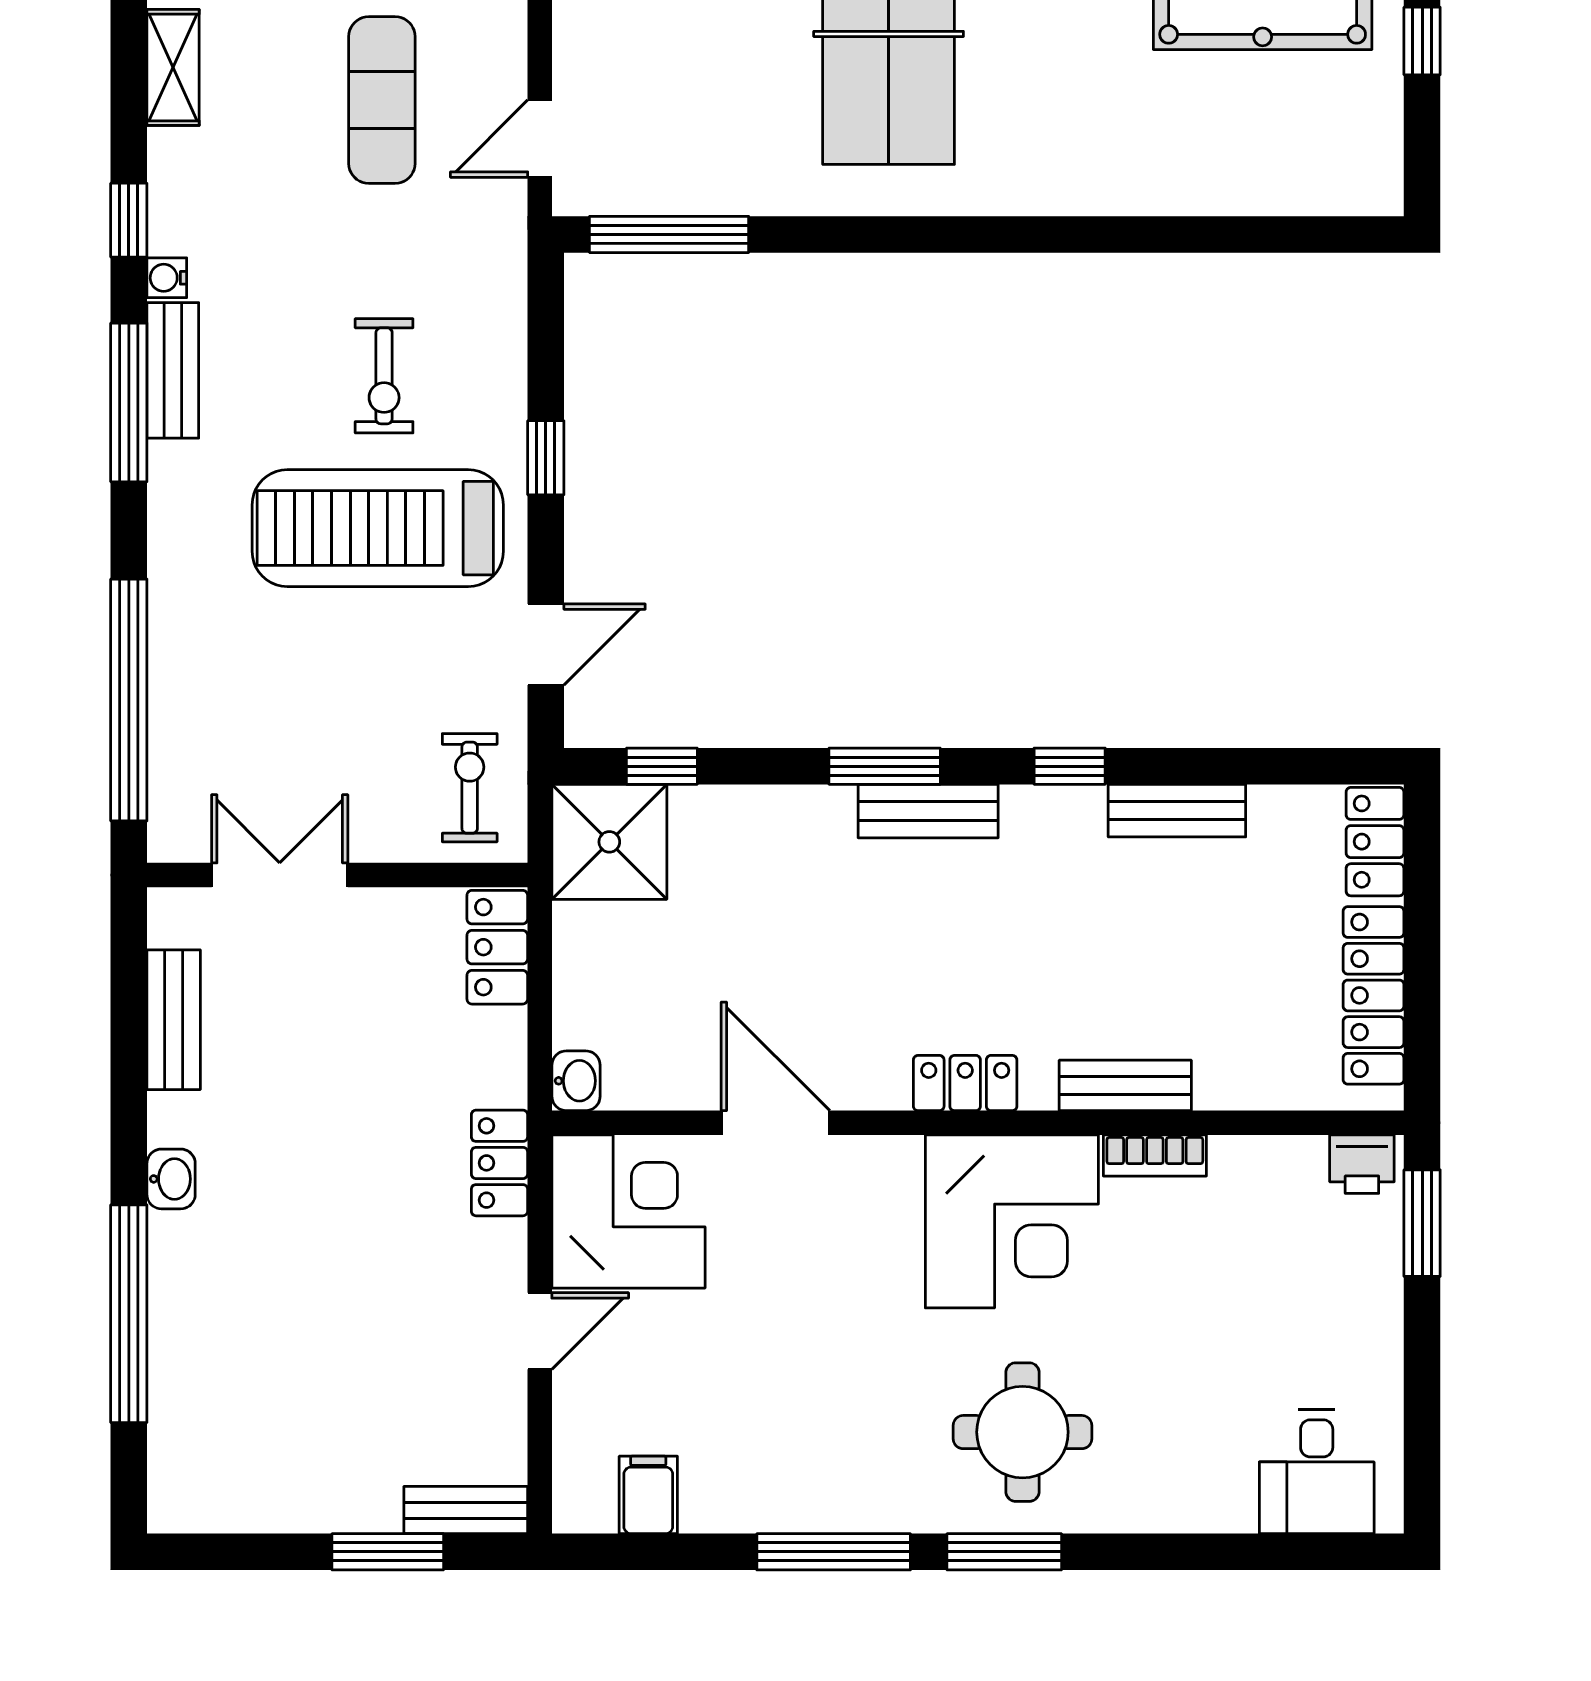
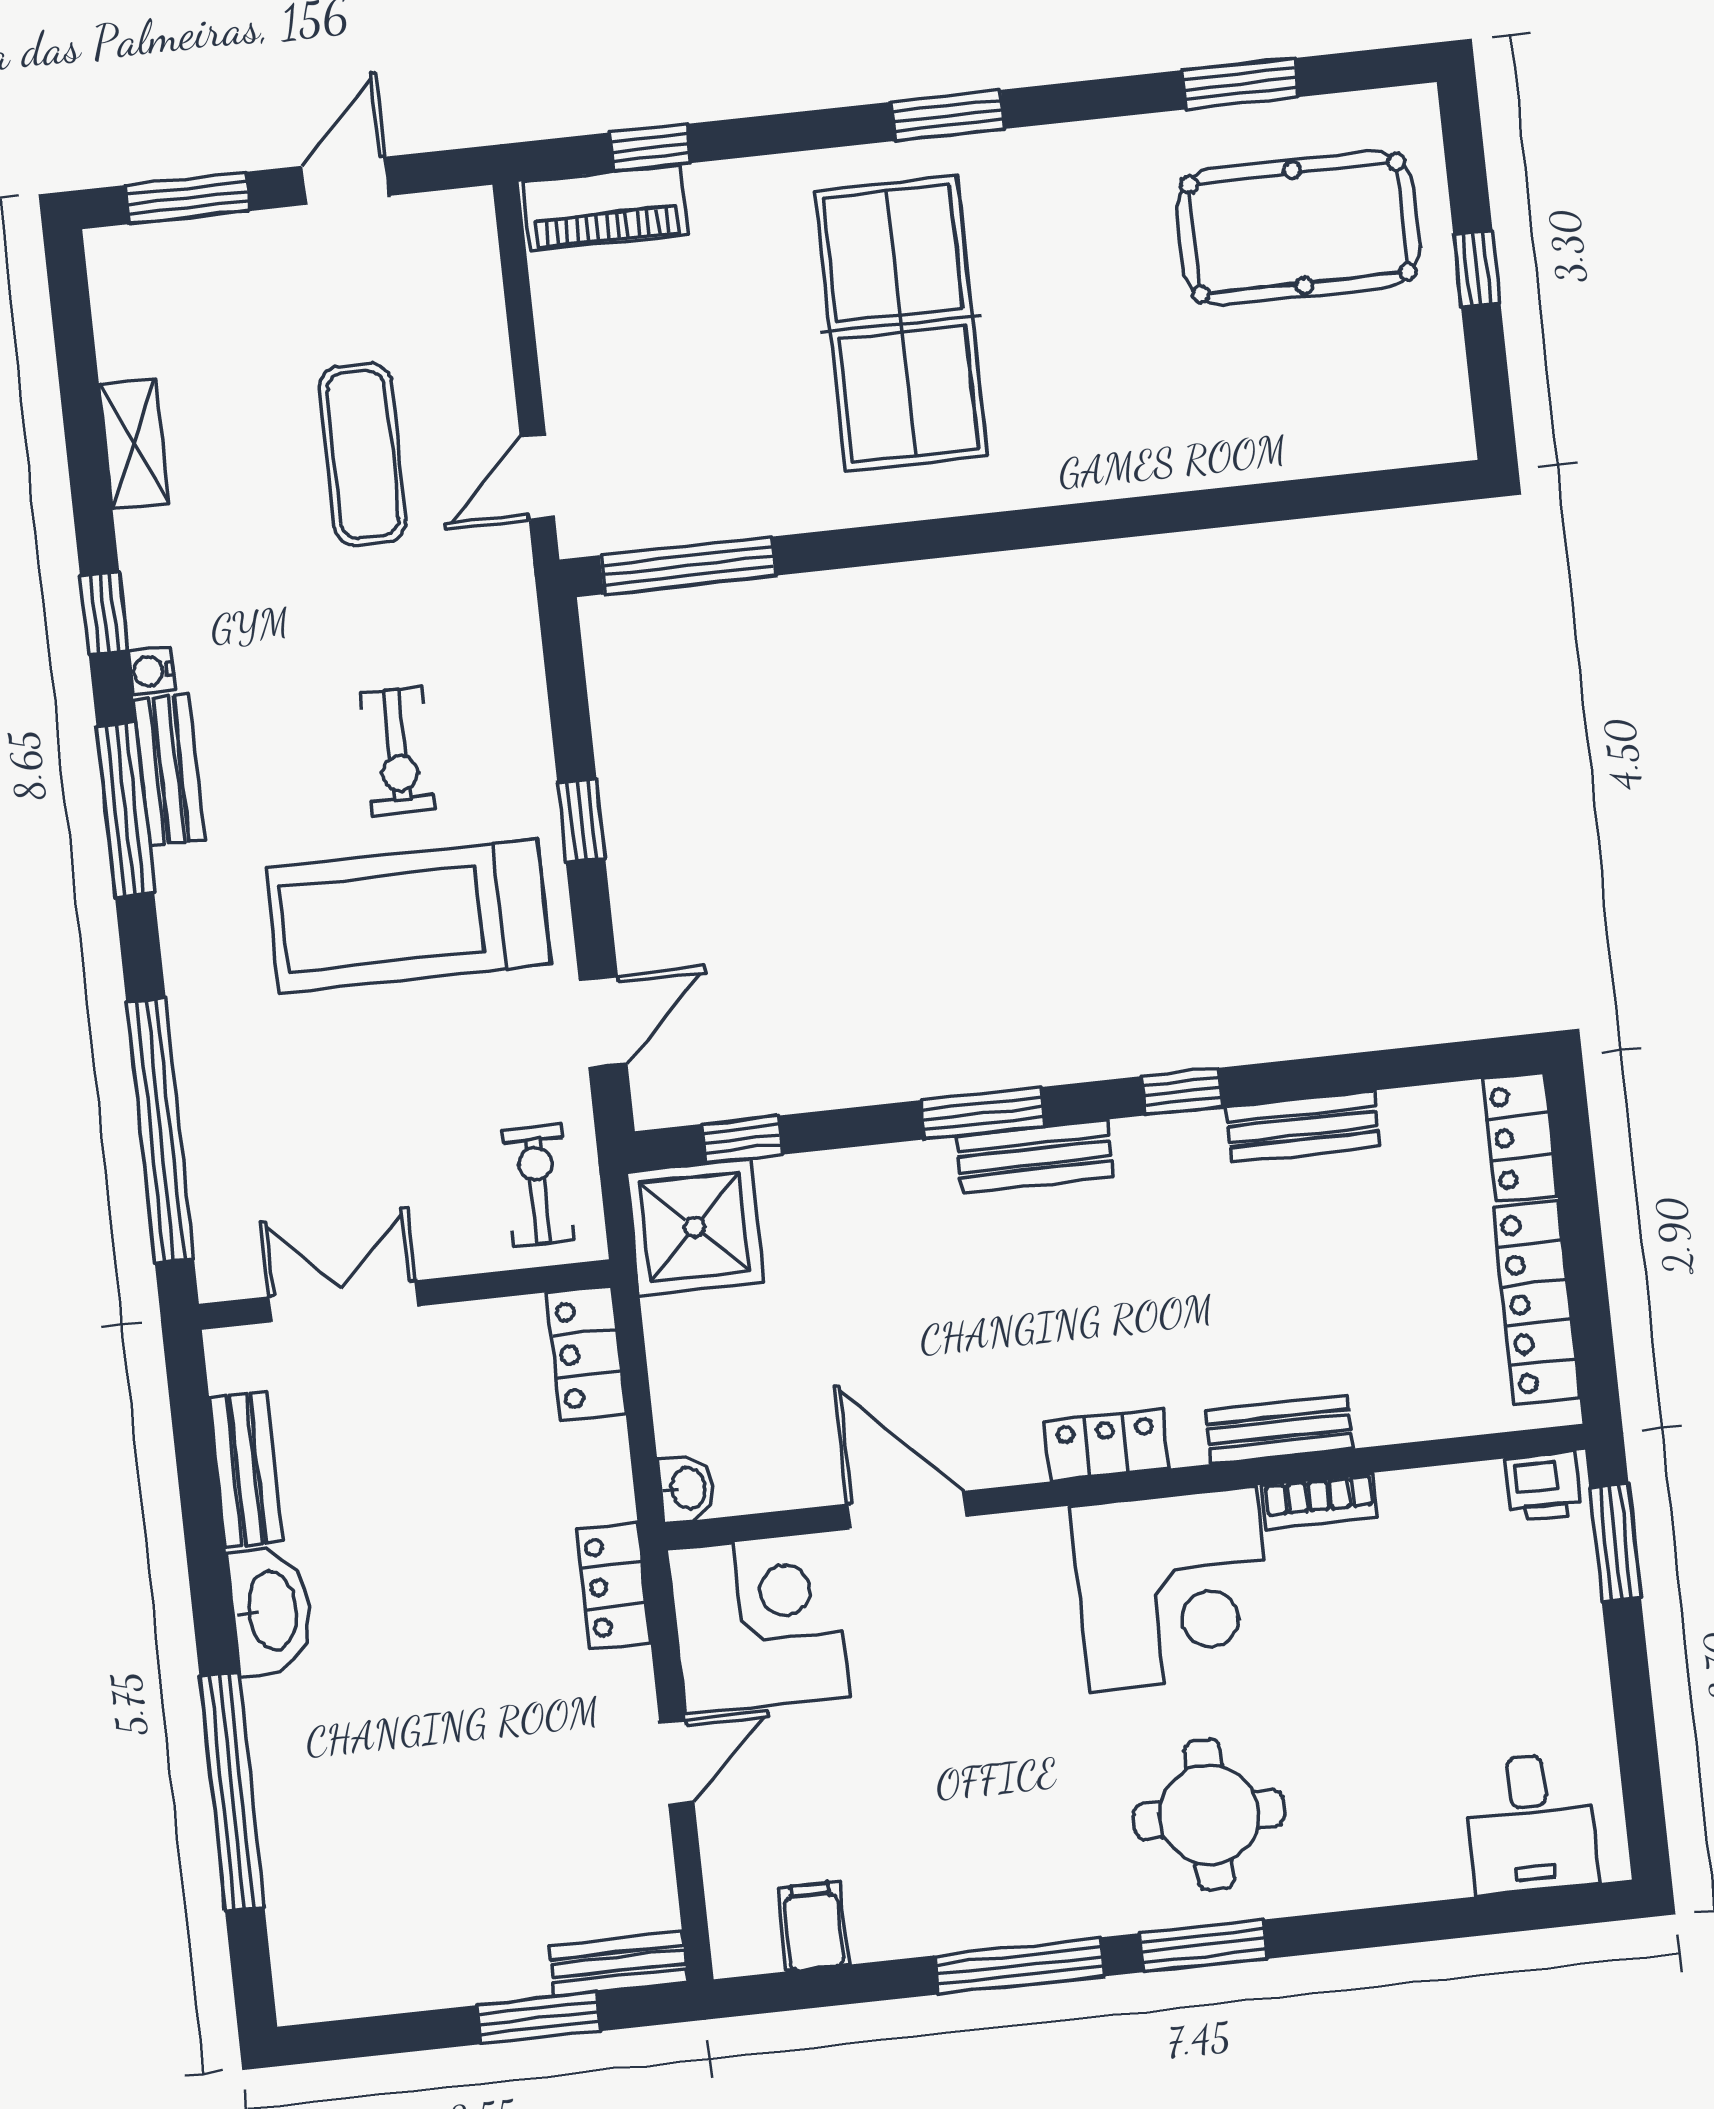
washbasin: (171, 1179) -> (270, 1611), width x1.91, depth x1.45

